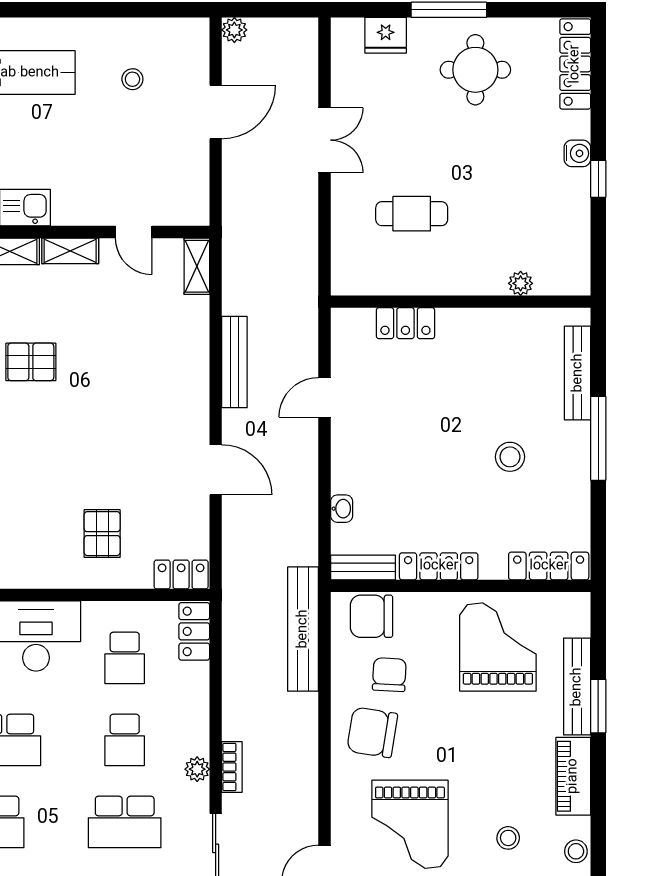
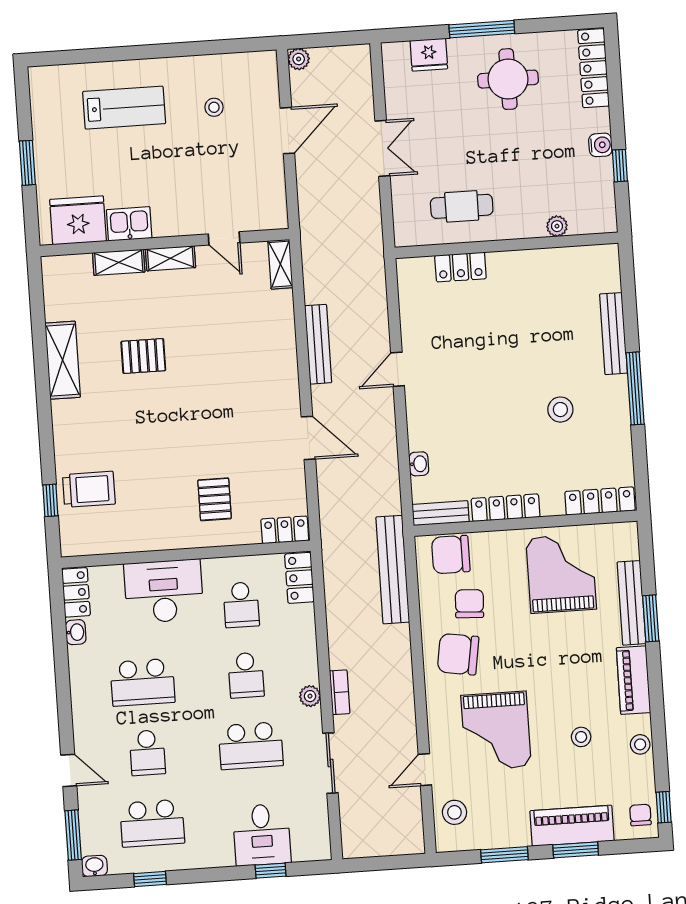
plant: (521, 283) -> (557, 226), moved
wall: (461, 302) -> (507, 245), moved
locker: (405, 323) -> (460, 267), moved

